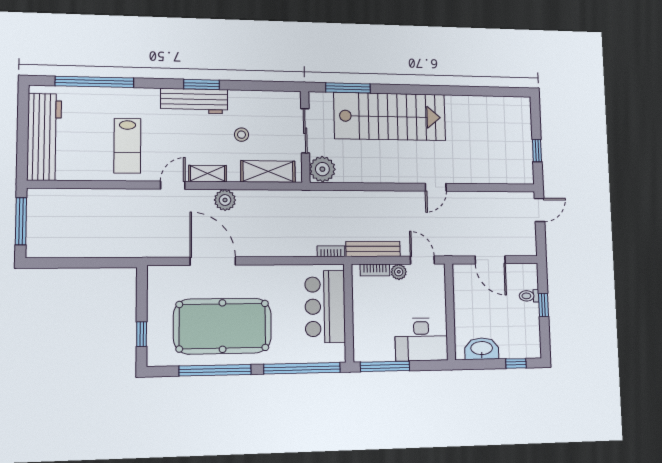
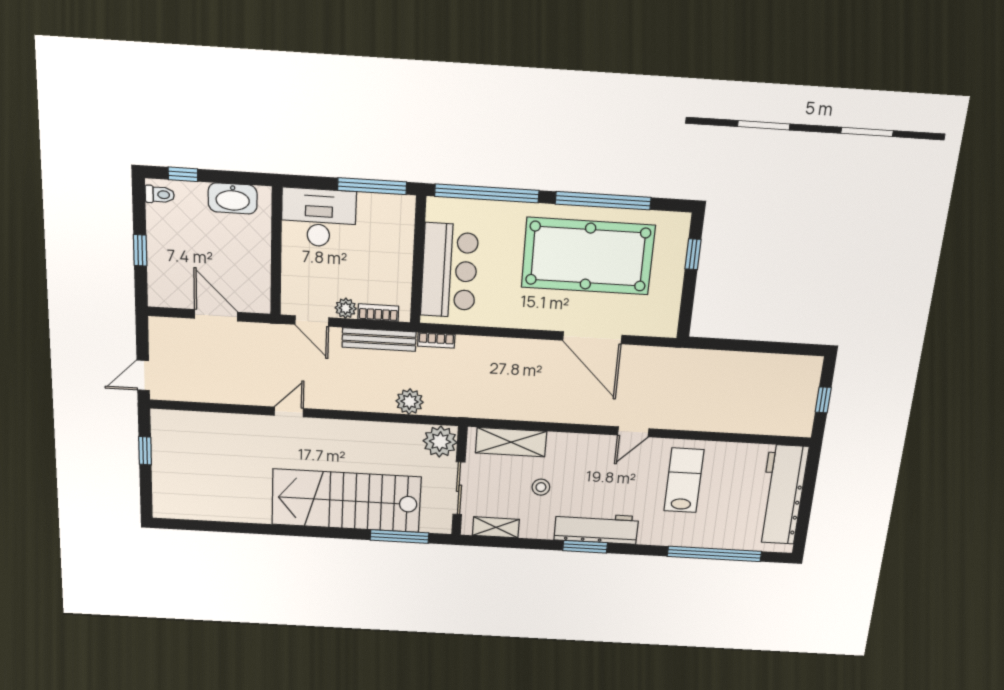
shelving: (208, 174) -> (496, 527), moved
plant: (225, 200) -> (410, 402), moved
window: (21, 221) -> (823, 400), width x0.46
toilet: (529, 296) -> (160, 194), moved

